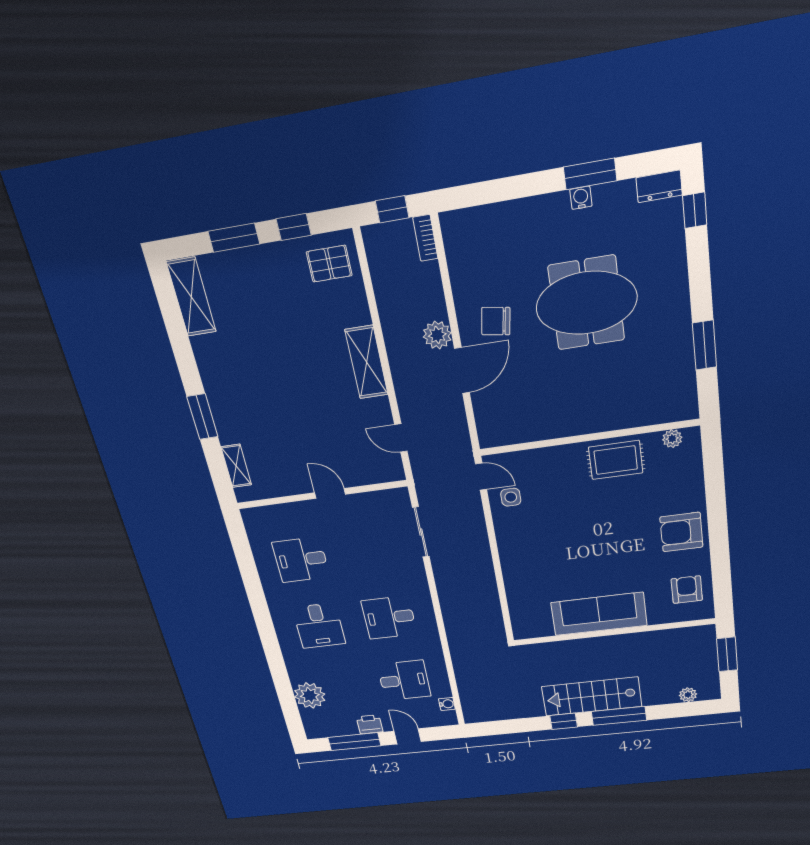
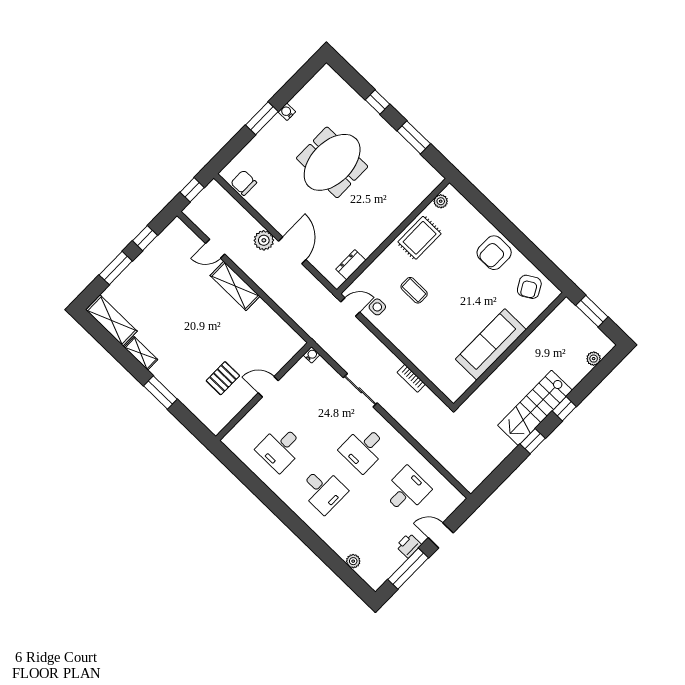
window: (590, 174) -> (262, 118), moved
dresser: (659, 186) -> (351, 265), moved, turned 180
window: (695, 210) -> (378, 102), moved
bookcase: (425, 238) -> (411, 378), moved
pallet: (329, 264) -> (223, 378), moved
chair: (496, 321) -> (244, 183), moved, turned 81
door: (401, 438) -> (215, 249), moved
shelving: (236, 466) -> (141, 353), moved
coffee table: (564, 509) -> (414, 290), added
sliding door: (421, 532) -> (360, 390), moved
armchair: (687, 590) -> (529, 287), turned -120
plant: (310, 695) -> (353, 561), width x0.53, depth x0.53
water cooler: (447, 704) -> (312, 355), moved
window: (619, 716) -> (564, 409), width x0.46

